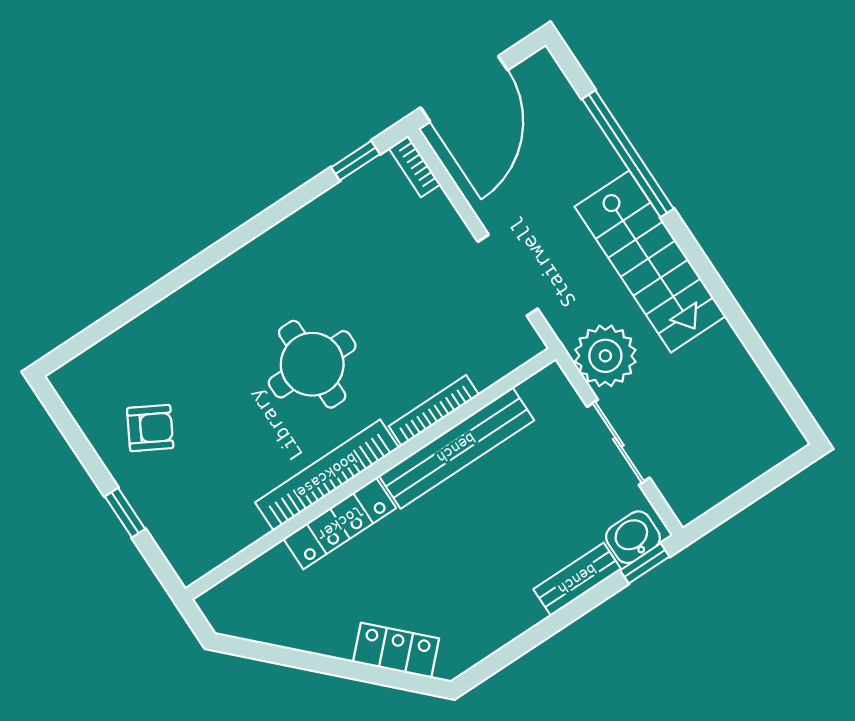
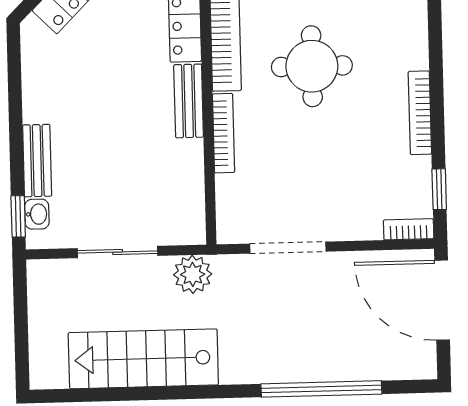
bookcase: (291, 228) -> (420, 113), added
stairs: (650, 261) -> (143, 359), moved
plant: (605, 356) -> (193, 274), width x0.73, depth x0.73
bench: (456, 448) -> (189, 101), width x0.54, depth x0.82
washbasin: (633, 537) -> (37, 214), width x0.72, depth x0.69

